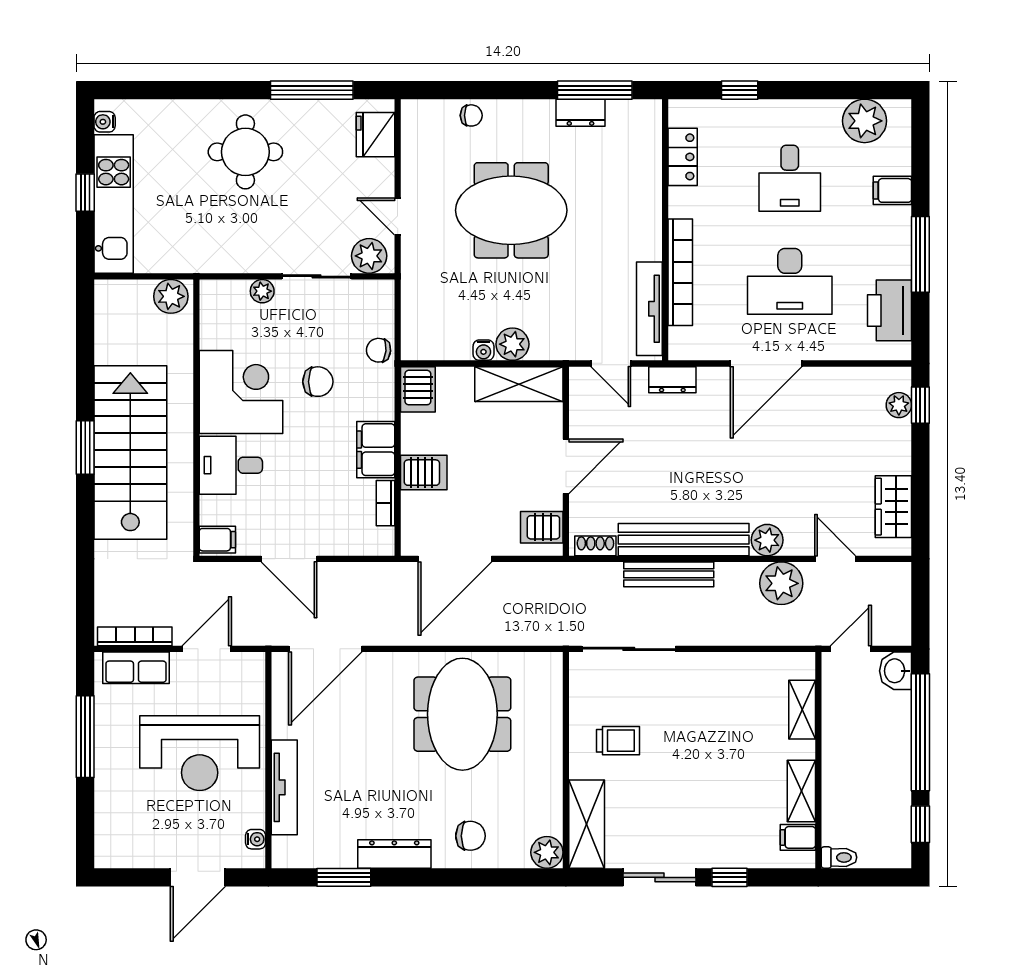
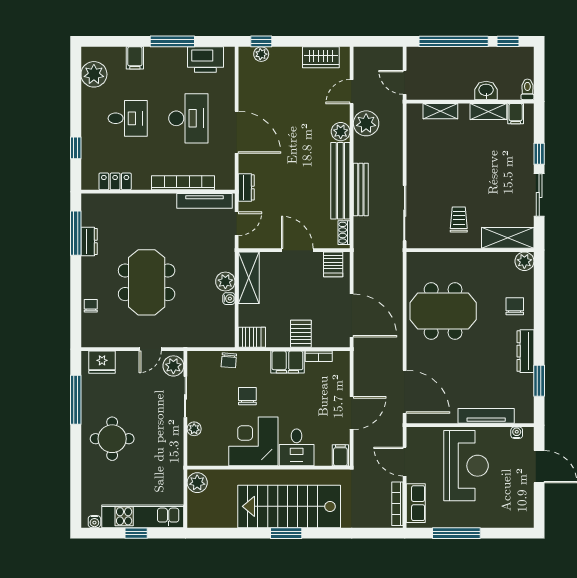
washbasin: (896, 671) -> (486, 90), moved, turned 180

